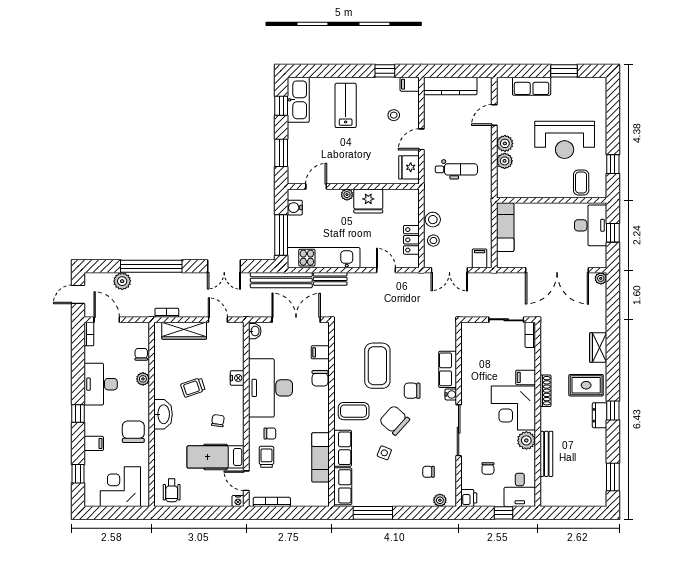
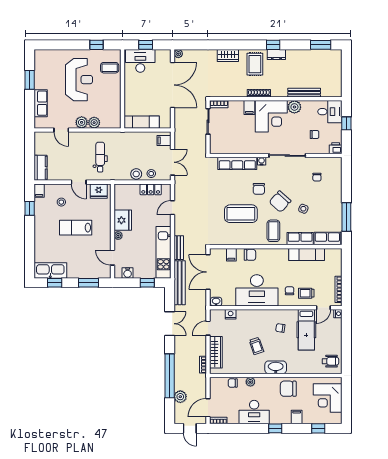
kitchen counter: (450, 86) -> (40, 168), width x0.67
lab bench: (346, 105) -> (76, 228), moved
window: (281, 235) -> (147, 283), width x0.46
row of seats: (448, 369) -> (237, 163), width x1.48
nightstand: (237, 378) -> (231, 314), moved
plant: (440, 500) -> (337, 169), removed

